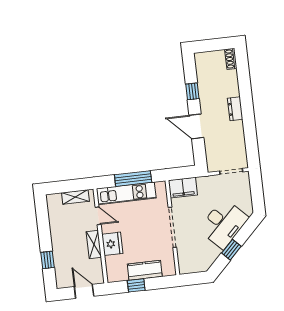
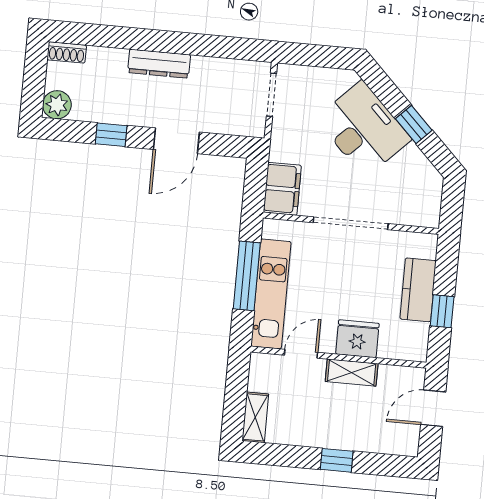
plant: (202, 60) -> (57, 105), added
dresser: (235, 109) -> (159, 64), width x1.44
shelving: (75, 197) -> (255, 417), moved
window: (47, 260) -> (337, 460), moved

